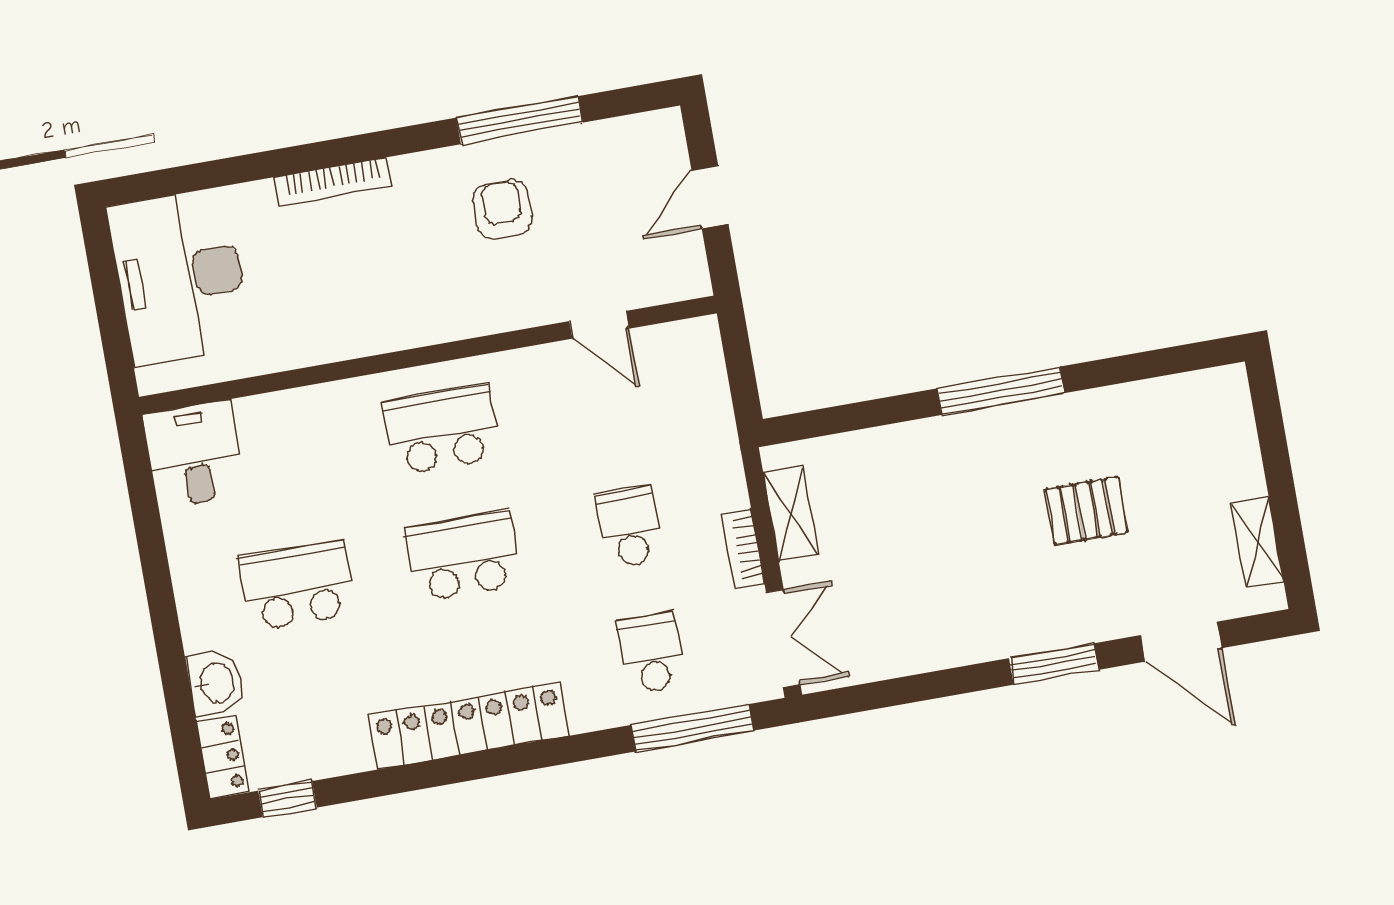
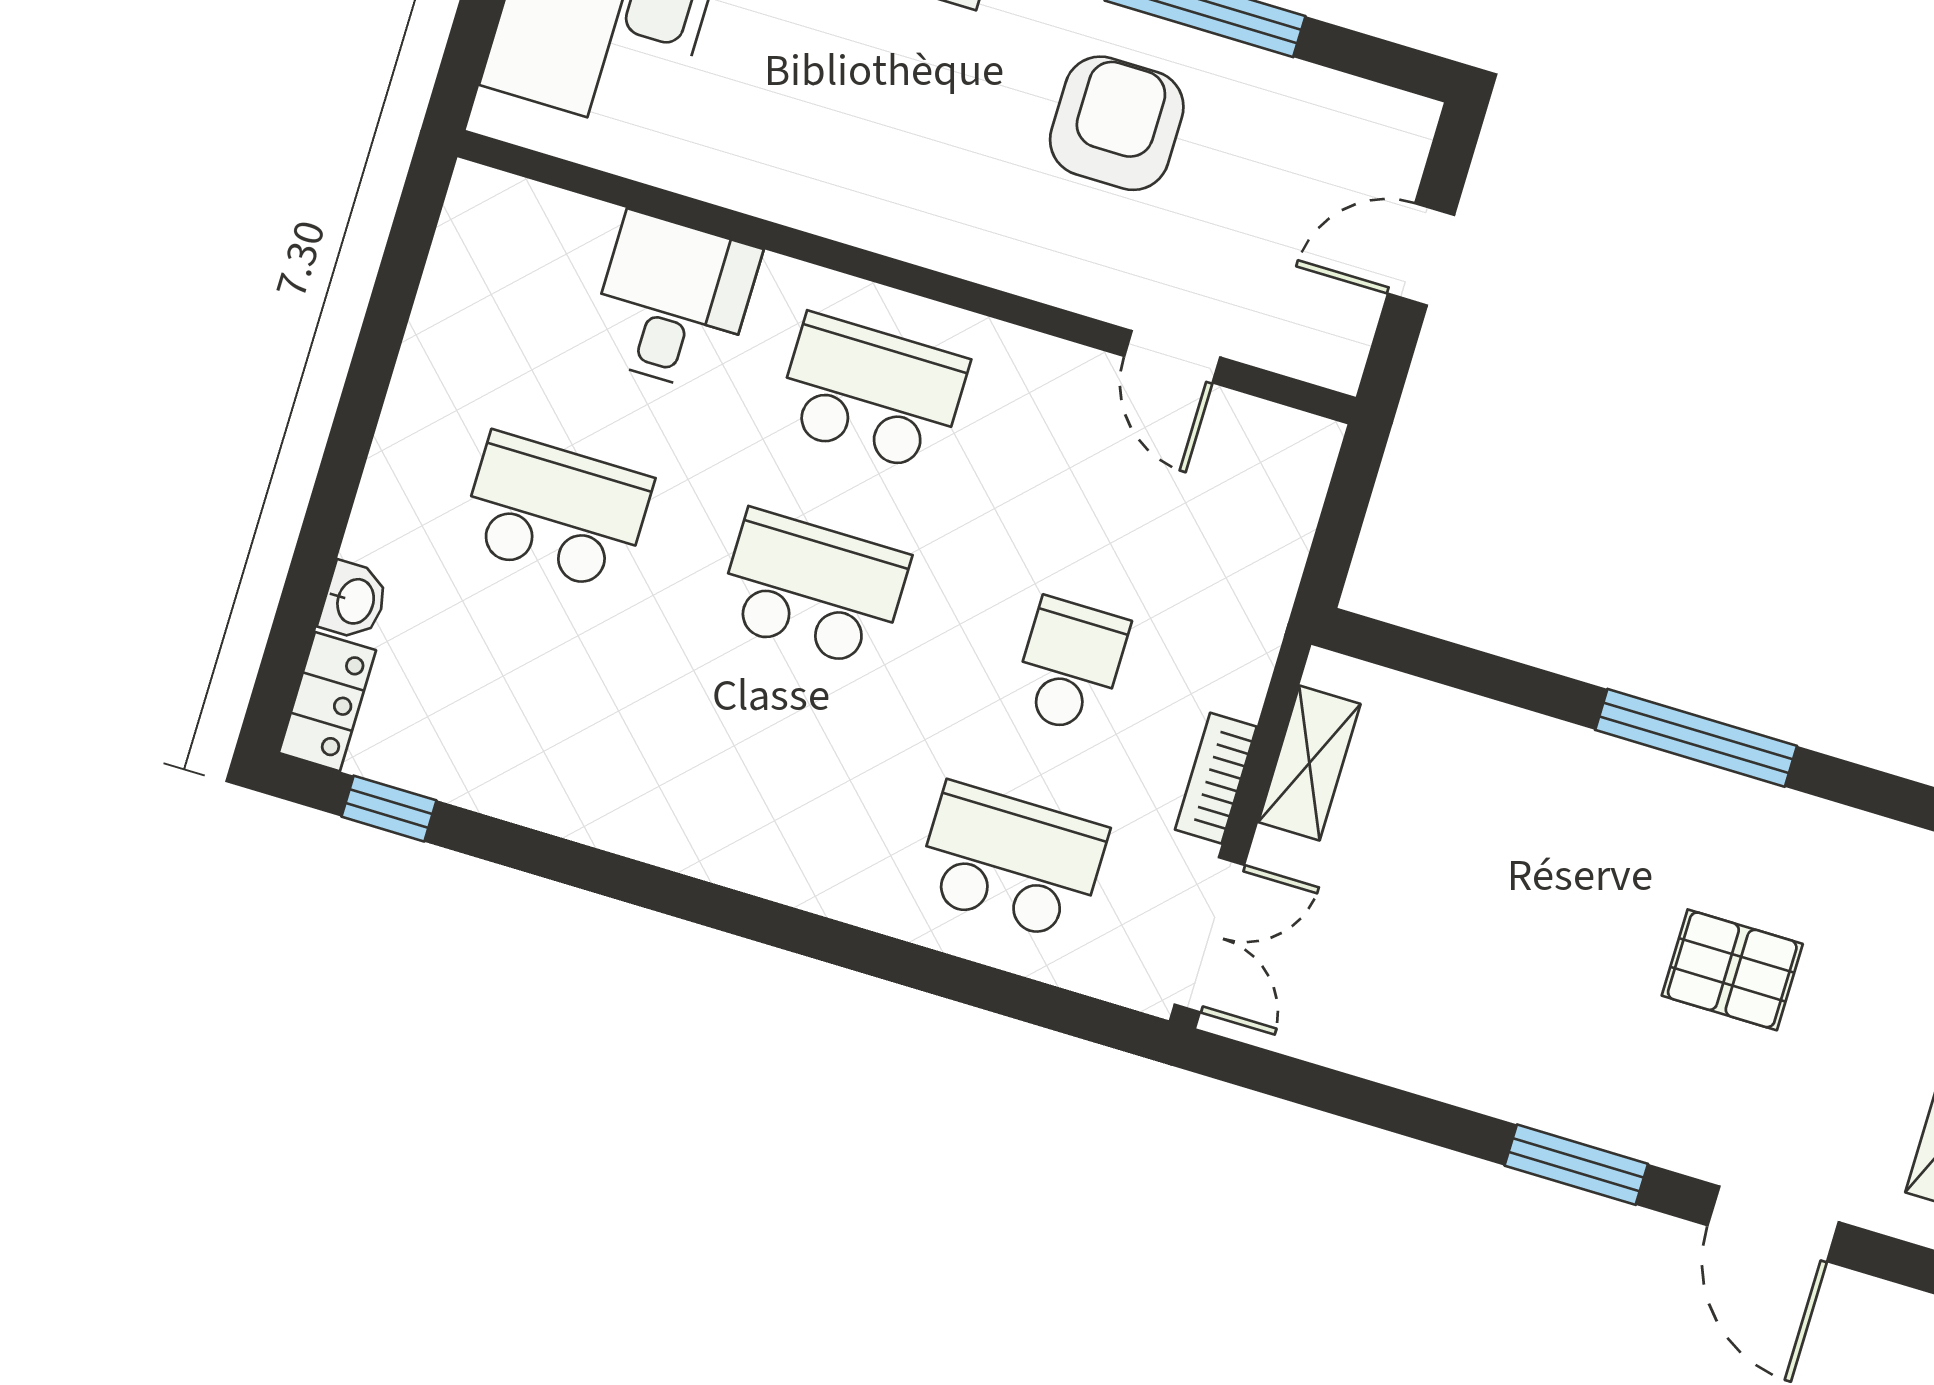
armchair: (502, 209) -> (1117, 123), width x1.38, depth x1.38
desk: (195, 454) -> (673, 302), moved
school desk: (652, 653) -> (1011, 862), width x1.85
washbasin: (216, 683) -> (354, 601), width x0.72, depth x0.69
locker: (469, 726) -> (699, 834), removed
window: (692, 728) -> (1016, 997), removed

